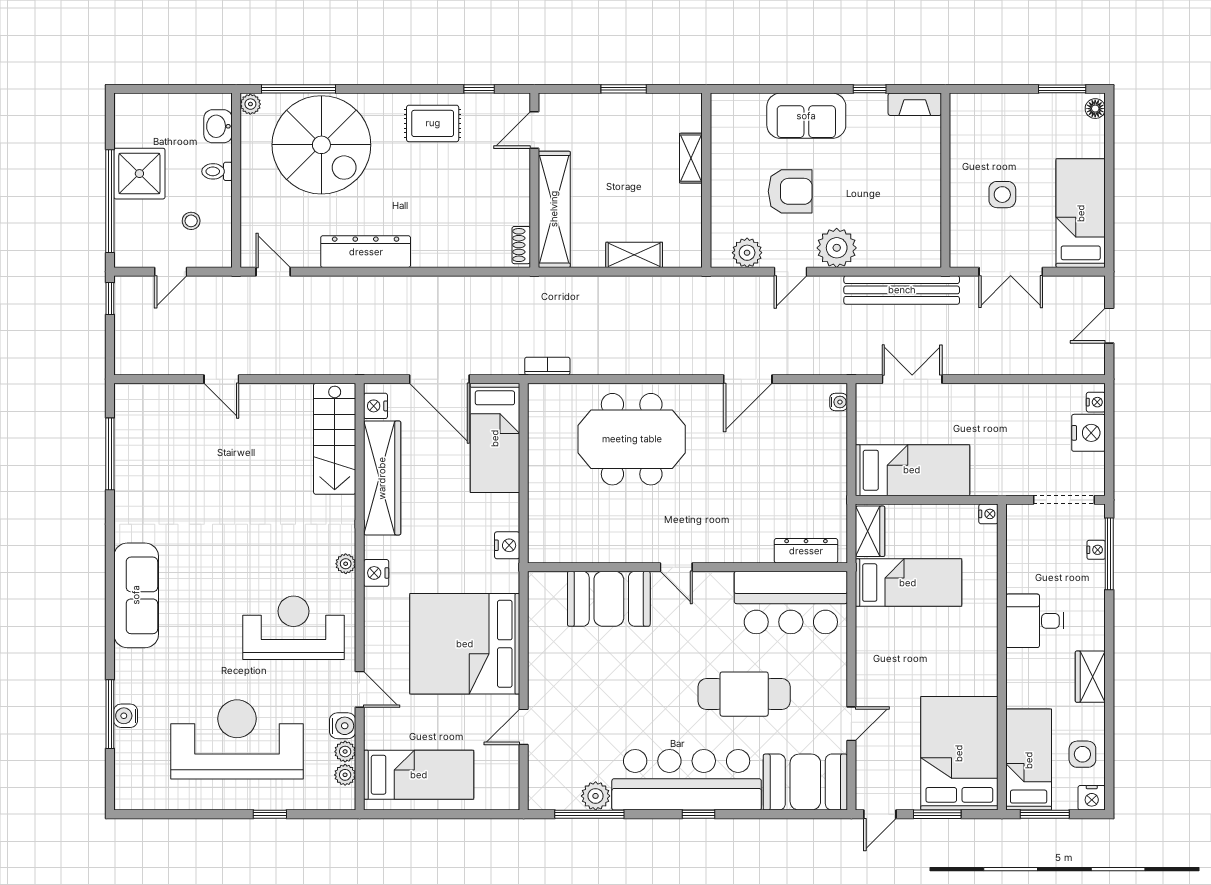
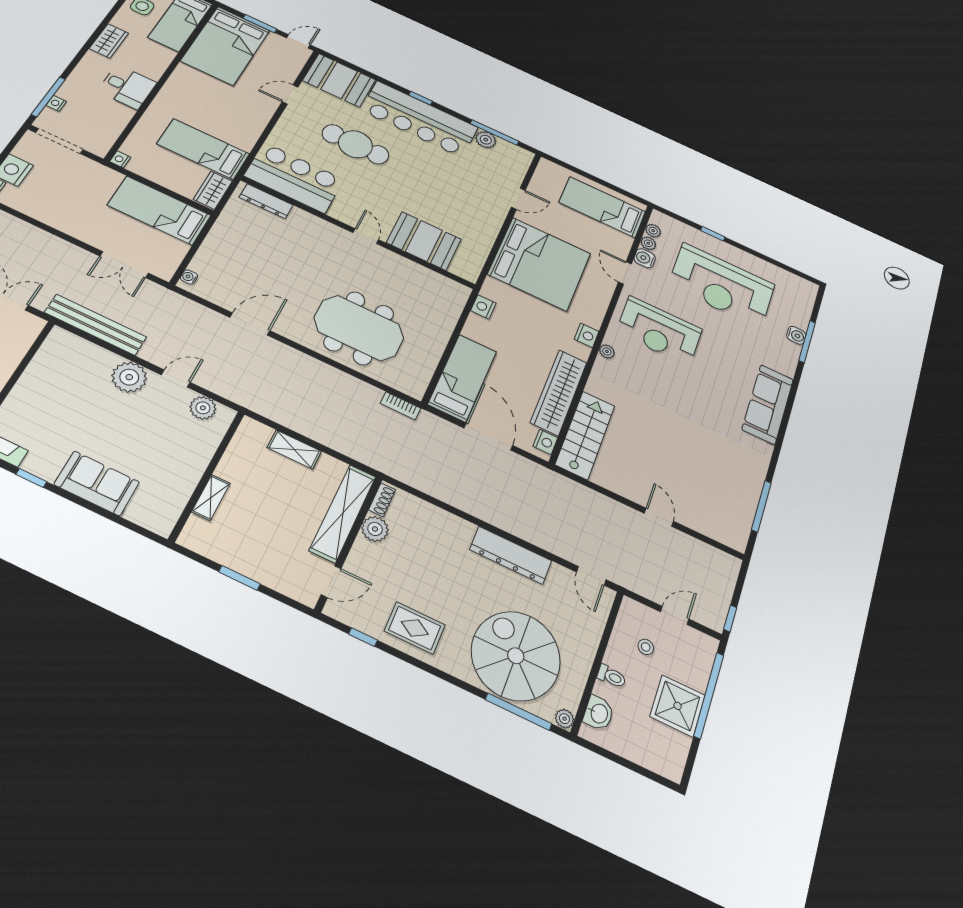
armchair: (790, 191) -> (143, 434), removed
plant: (515, 209) -> (375, 529), added

